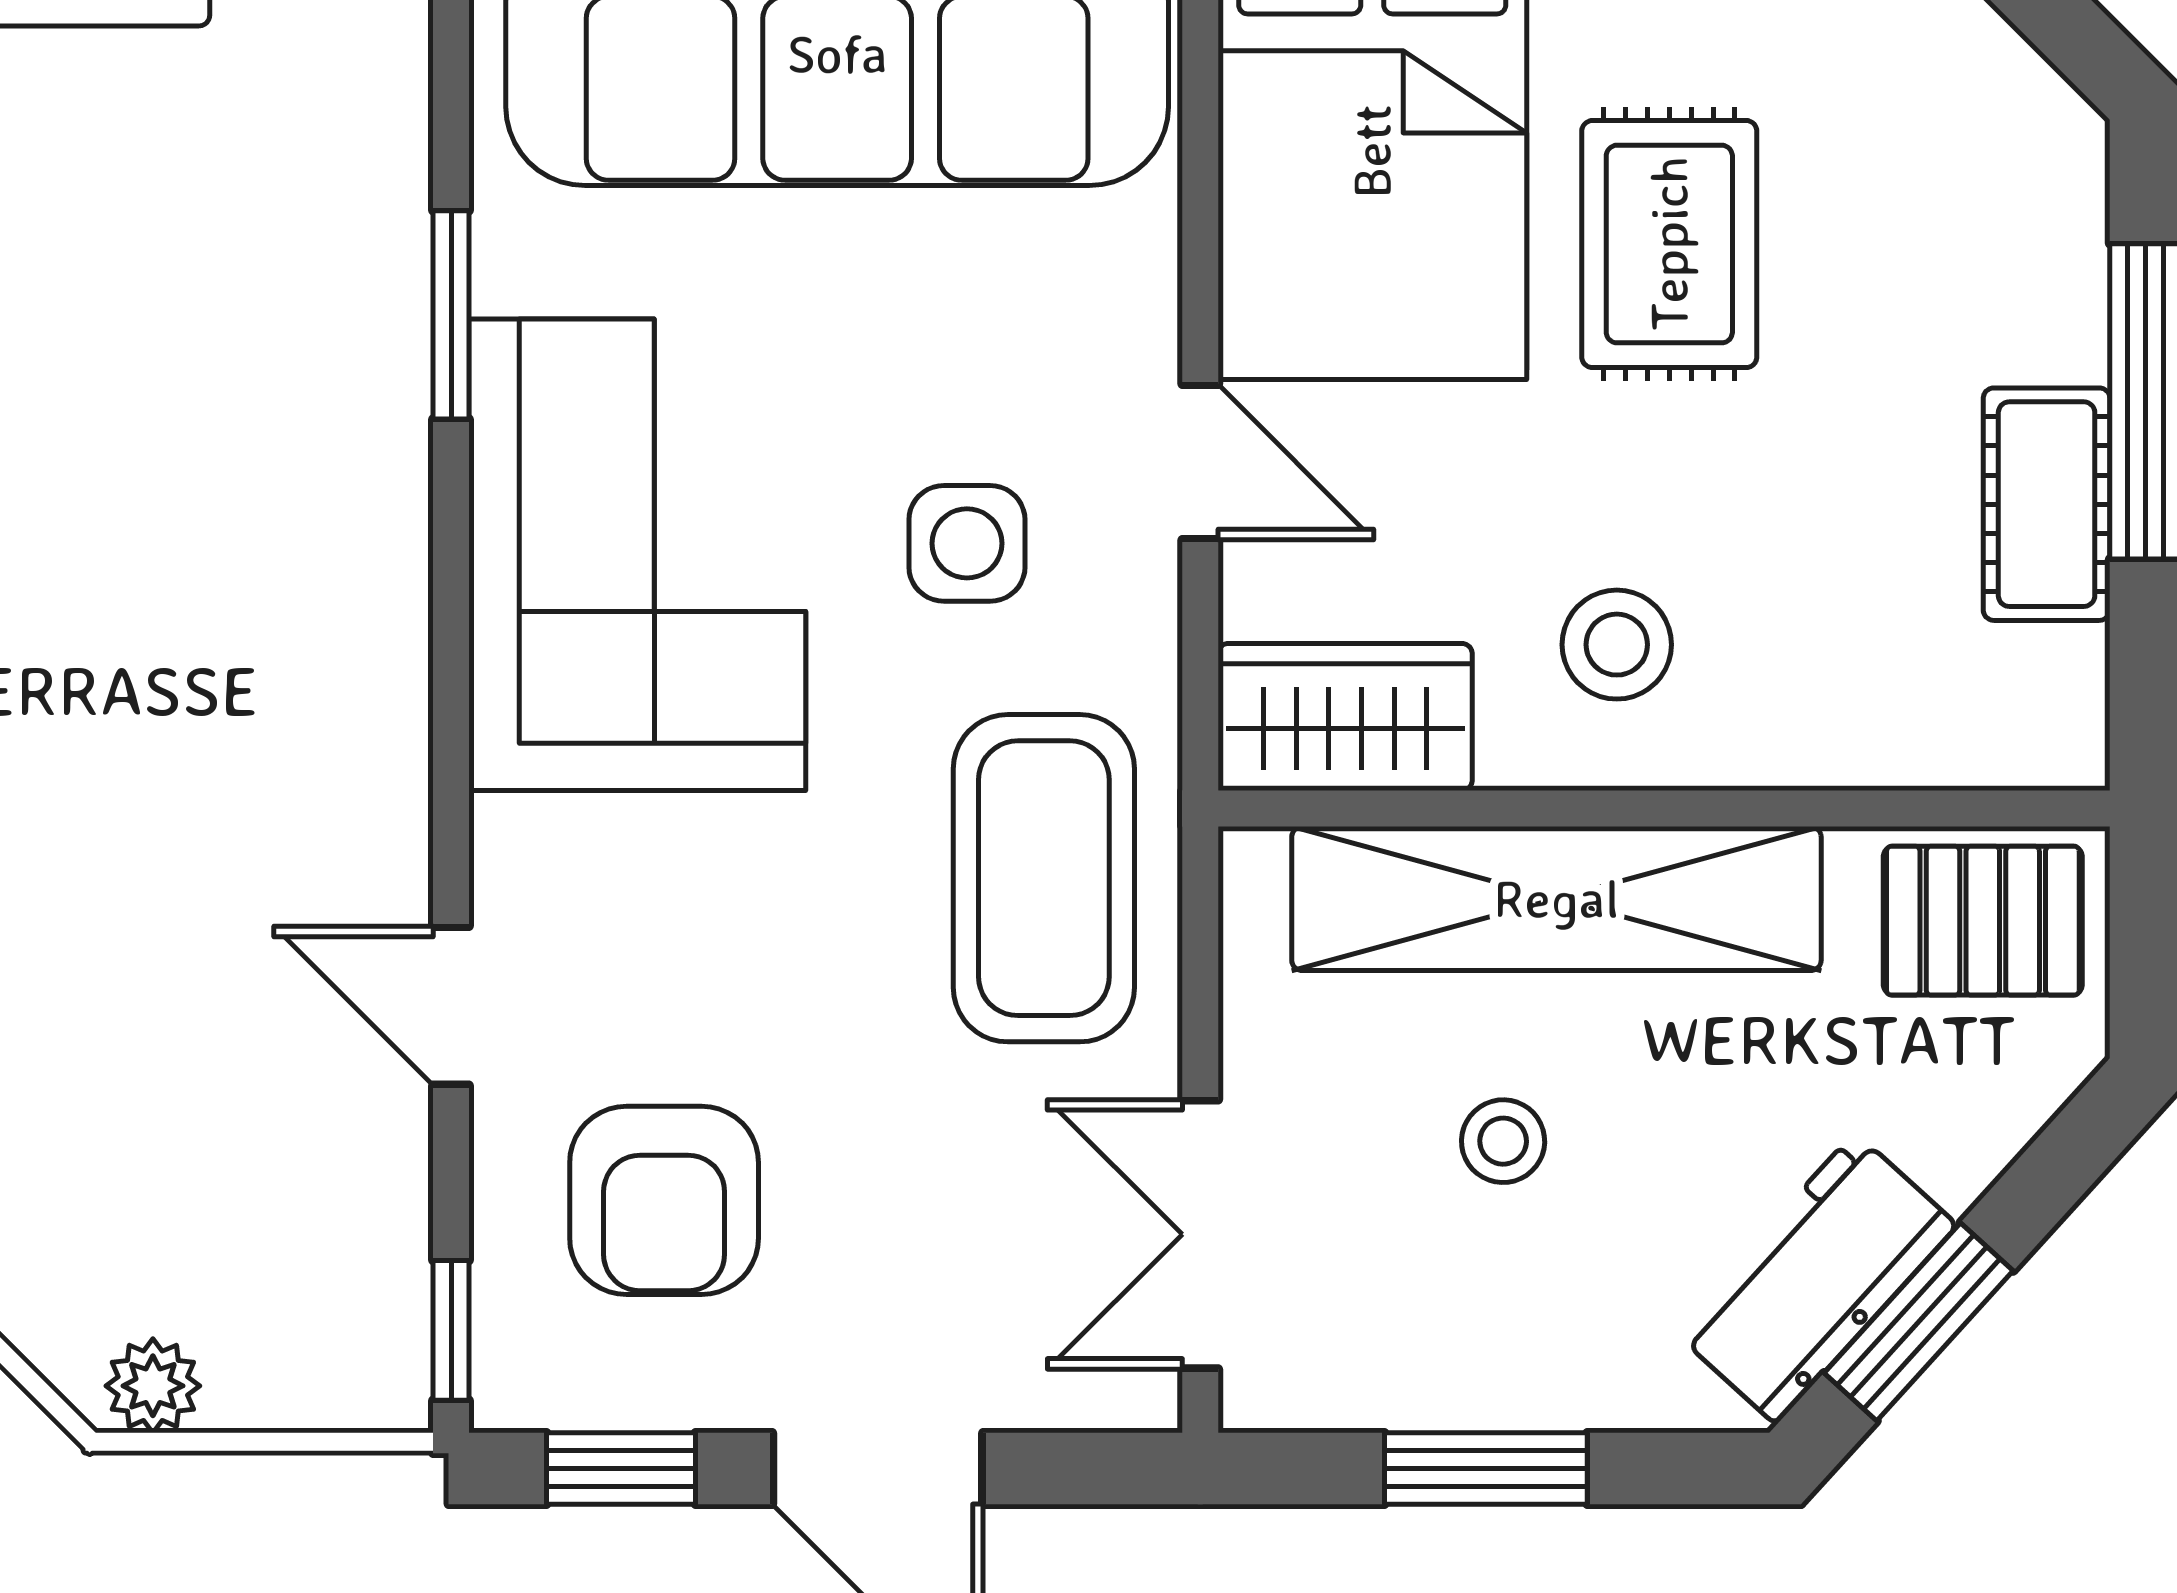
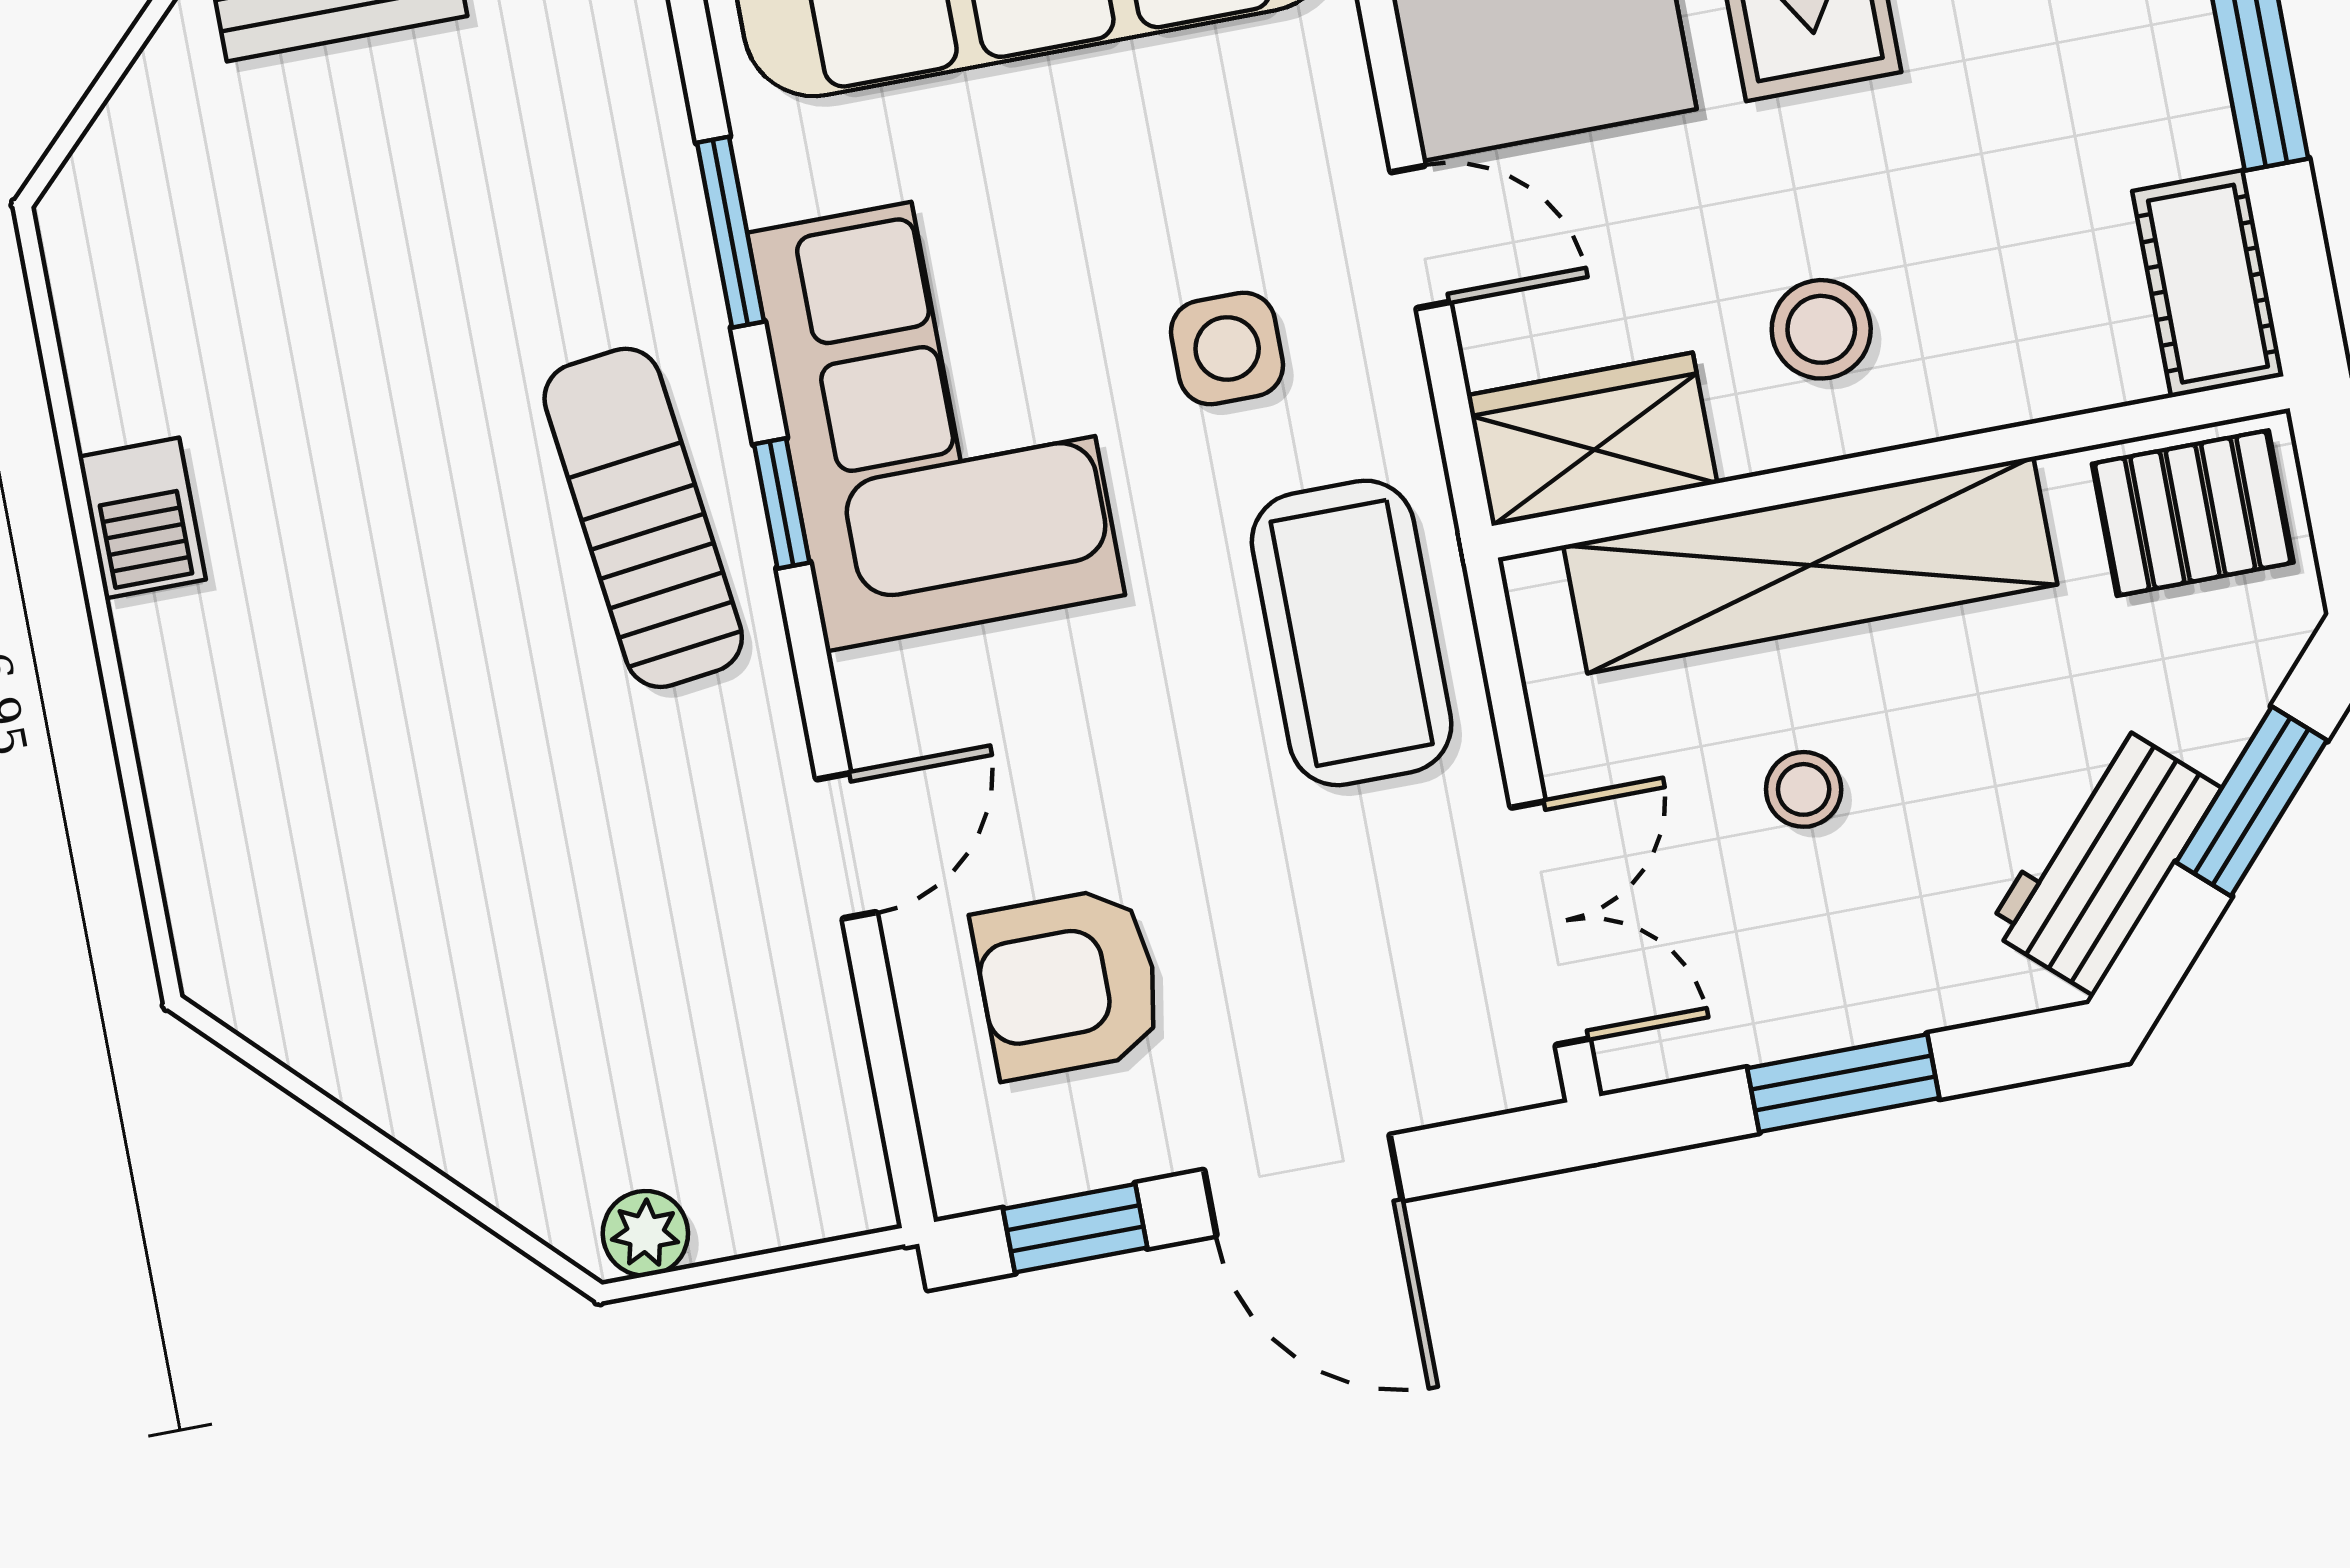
cot: (2047, 504) -> (2208, 284), moved
sun lounger: (297, 608) -> (643, 518), added
door: (451, 1006) -> (846, 846), swing flipped
armchair: (664, 1200) -> (1068, 983), turned 90
double door: (1200, 1234) -> (1550, 923), swing flipped
window: (1919, 1322) -> (2251, 801), moved
window: (451, 1330) -> (782, 503), moved

